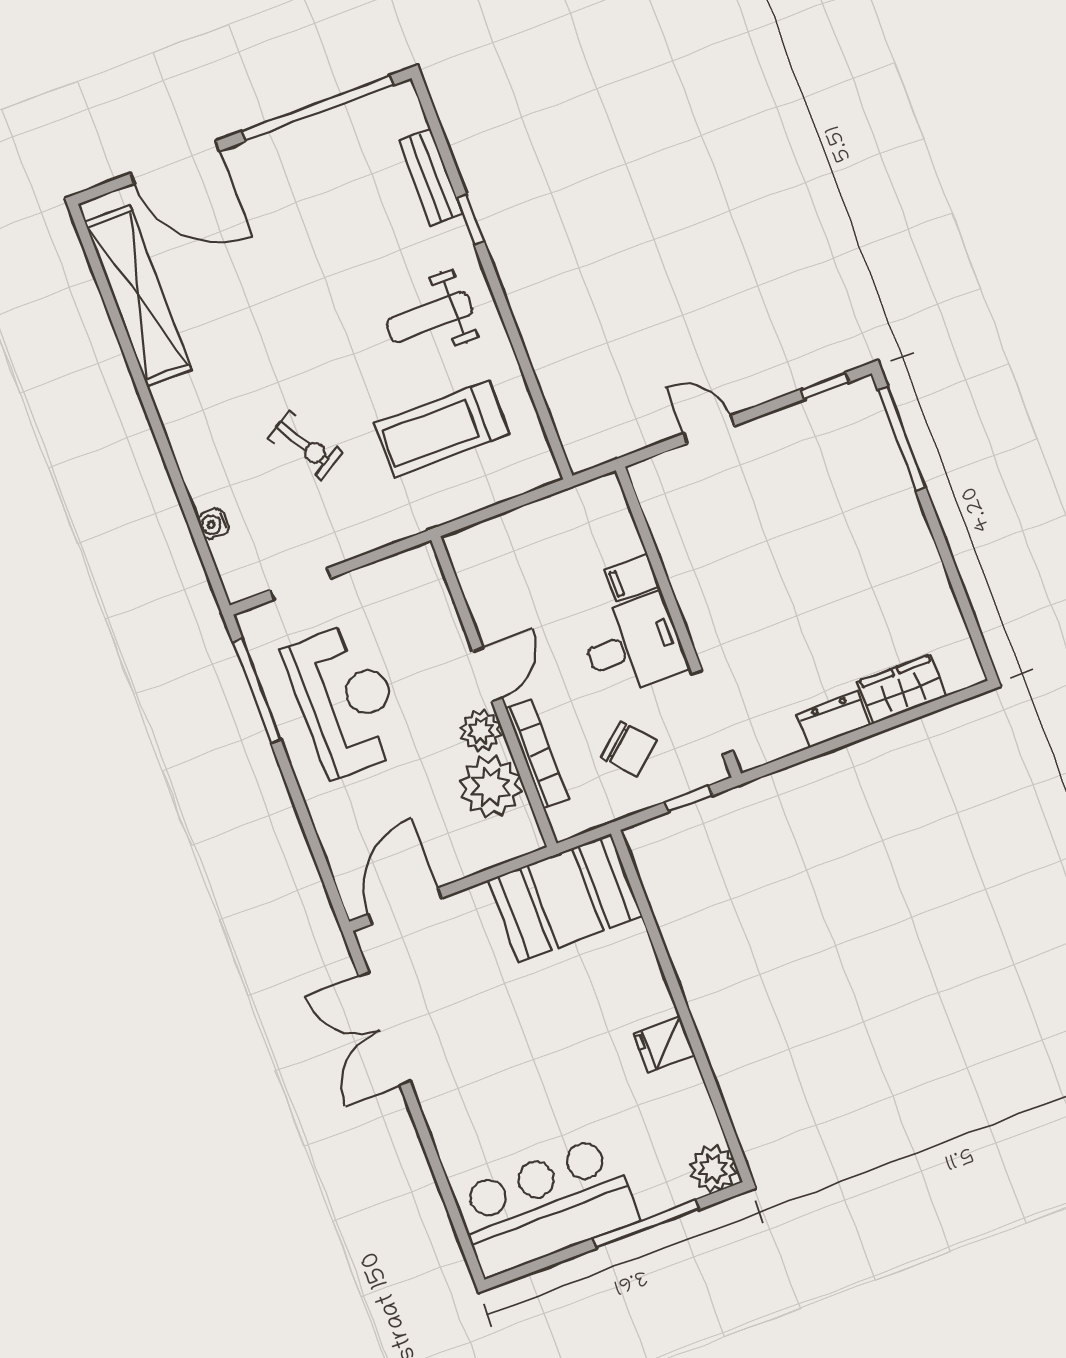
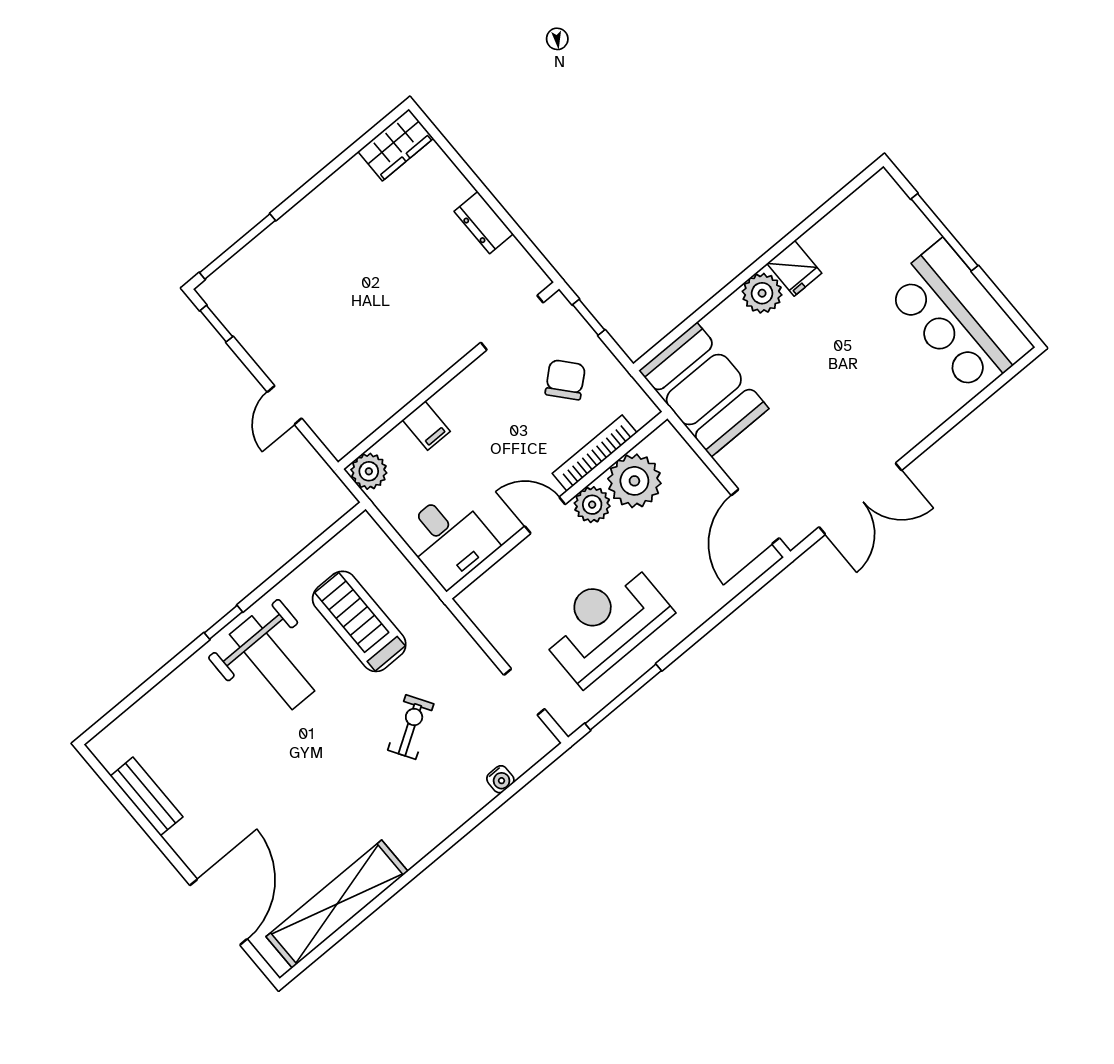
window: (318, 108) -> (135, 812), removed
bench: (431, 177) -> (147, 796), moved, turned 90
window: (470, 220) -> (223, 622), moved
weight bench: (429, 317) -> (272, 663), width x1.36, depth x1.33
treadmill: (442, 429) -> (359, 621), turned 180
plant: (603, 497) -> (369, 471), added
desk: (633, 645) -> (449, 539), moved, turned 180
wardrobe: (902, 689) -> (396, 145), moved, turned -90
door: (405, 906) -> (755, 517), hinge flipped
plant: (713, 1169) -> (762, 293), moved

